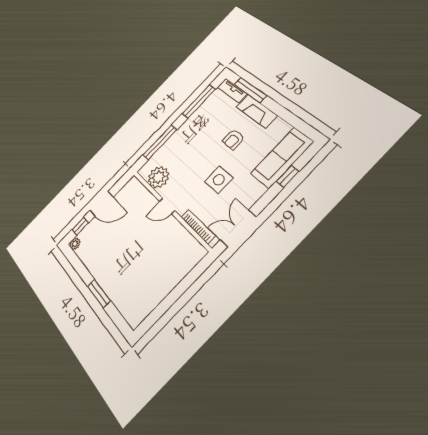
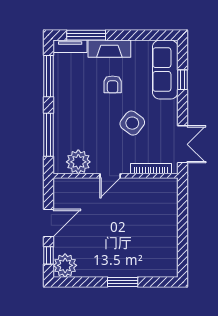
side table: (219, 180) -> (132, 123), turned 37
double door: (238, 228) -> (183, 144), swing flipped
plant: (75, 244) -> (65, 265), width x1.88, depth x1.88

